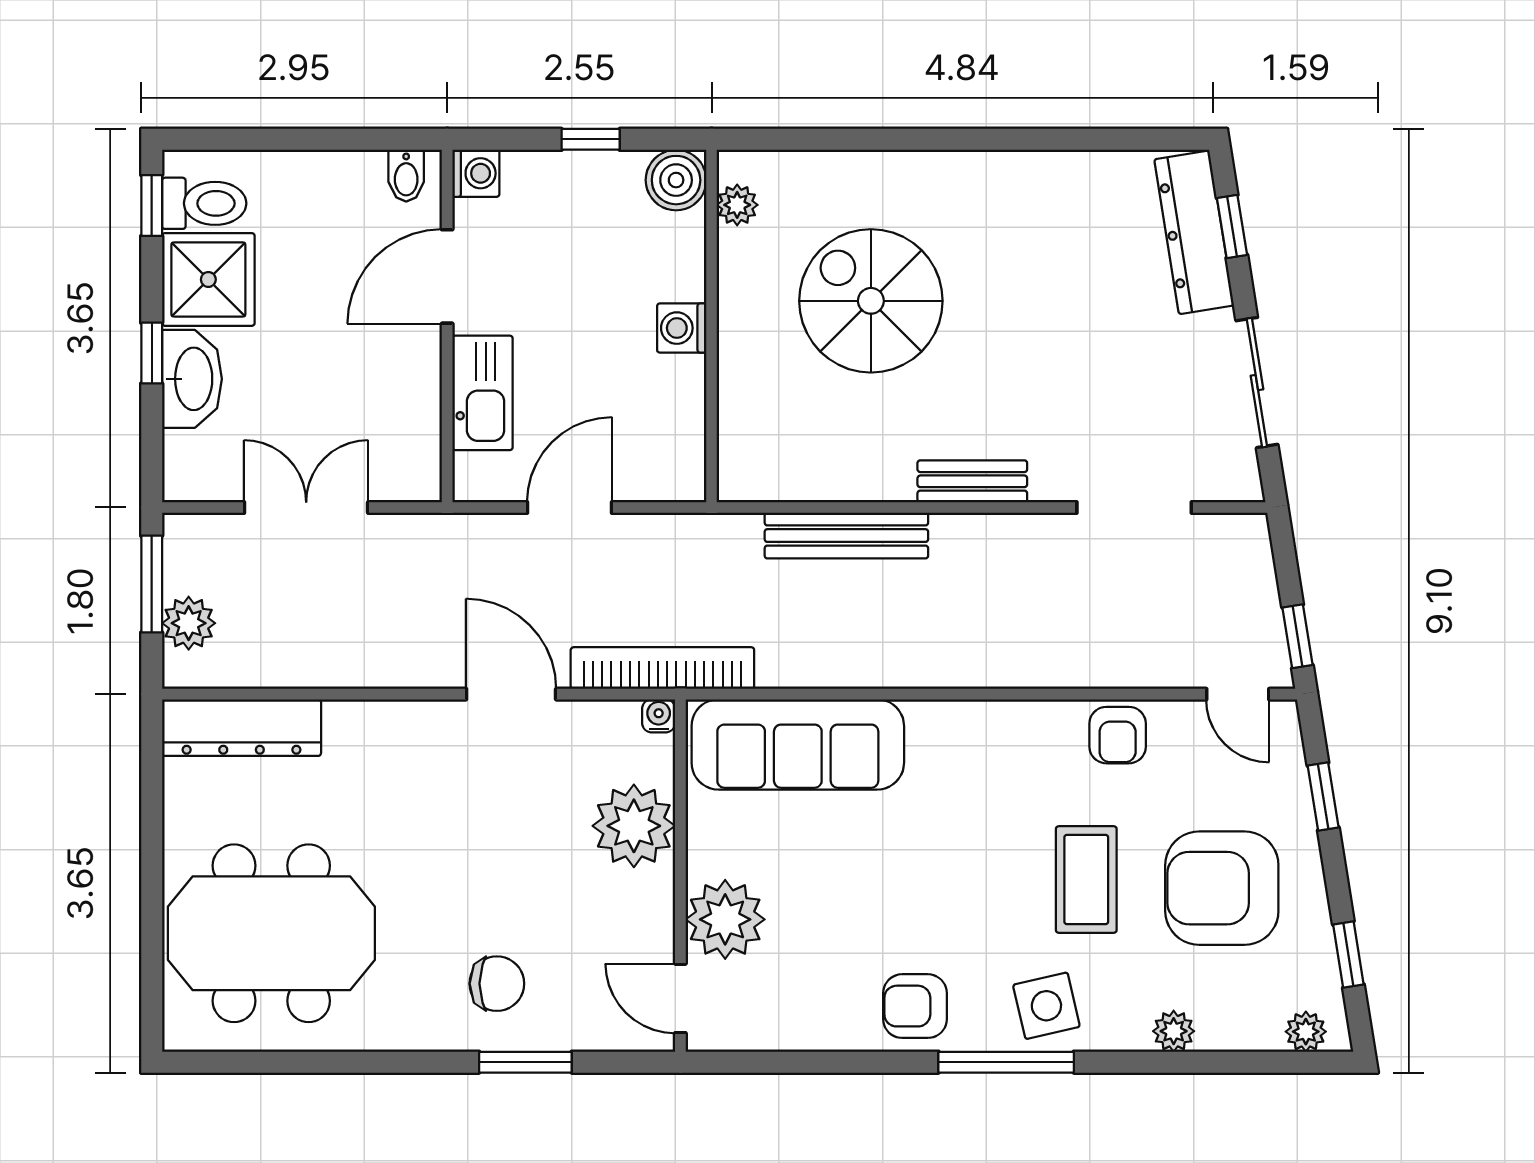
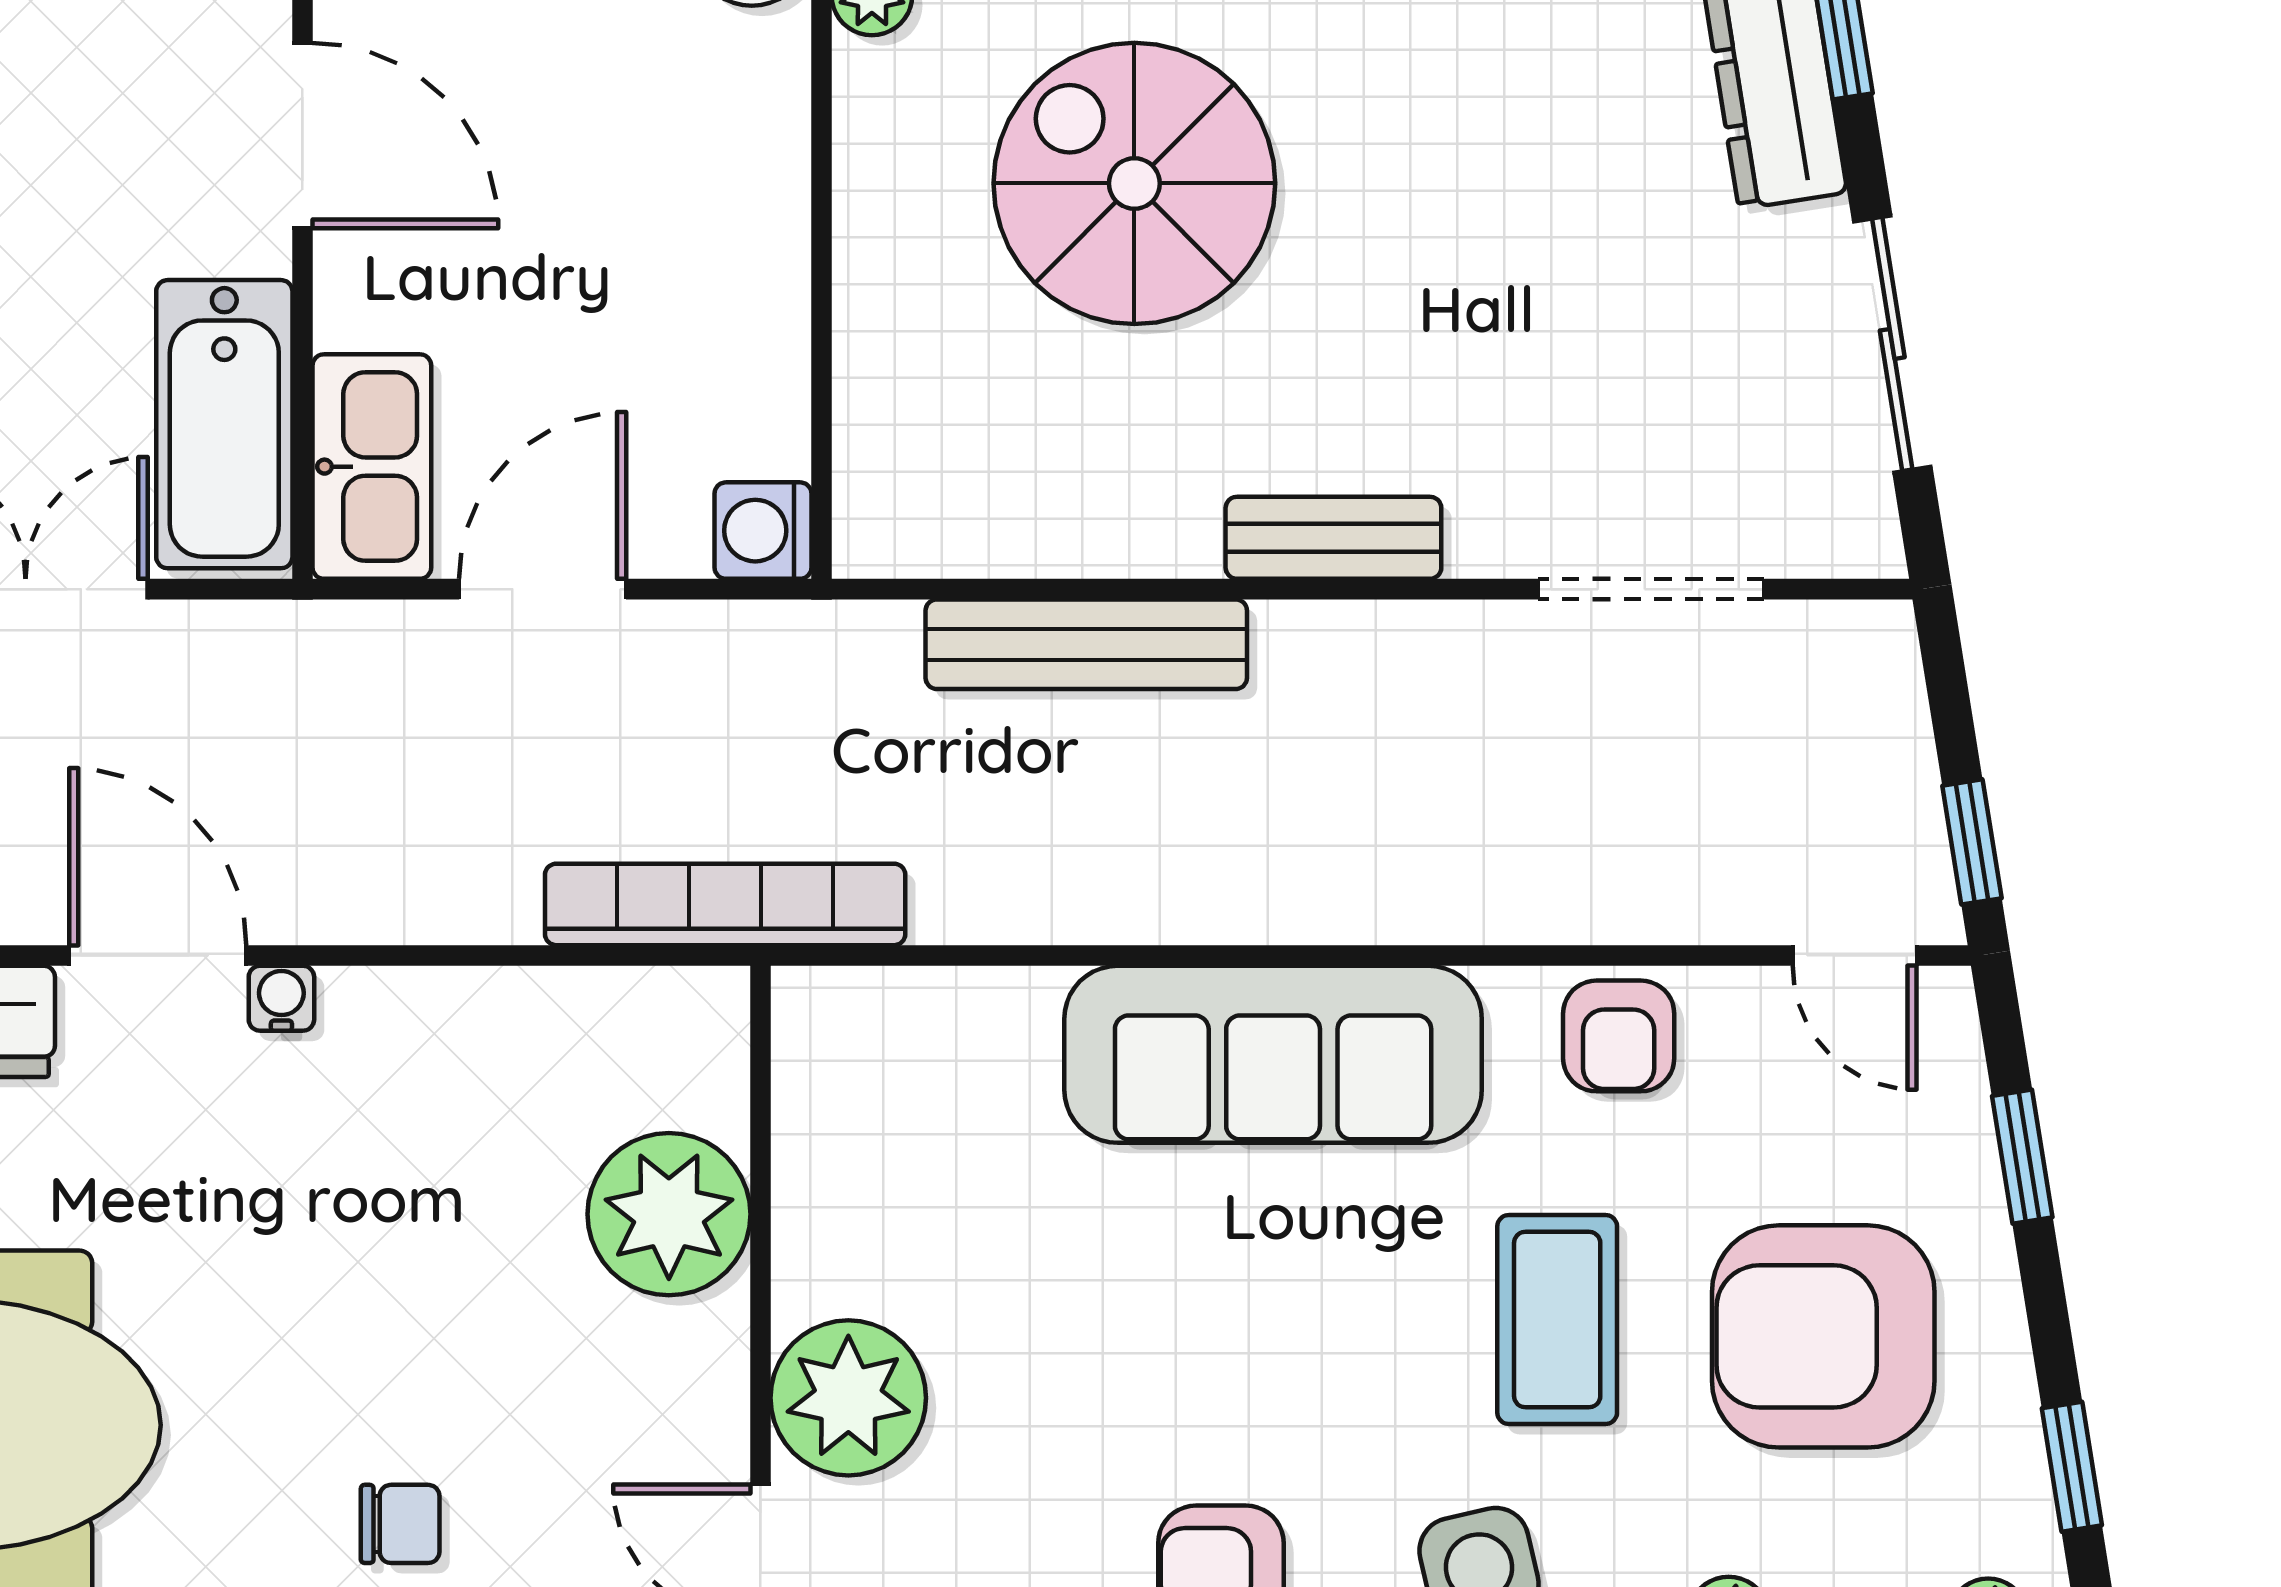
door: (447, 276) -> (302, 136), swing flipped
washing machine: (682, 328) -> (763, 531), moved
kitchen sink: (482, 393) -> (372, 467), moved
bathtub: (407, 423) -> (224, 424), added
door: (511, 694) -> (158, 955), moved
water cooler: (659, 716) -> (281, 998), moved
sofa: (798, 744) -> (1273, 1054), moved
chair: (497, 984) -> (400, 1524), width x0.73, depth x0.73

